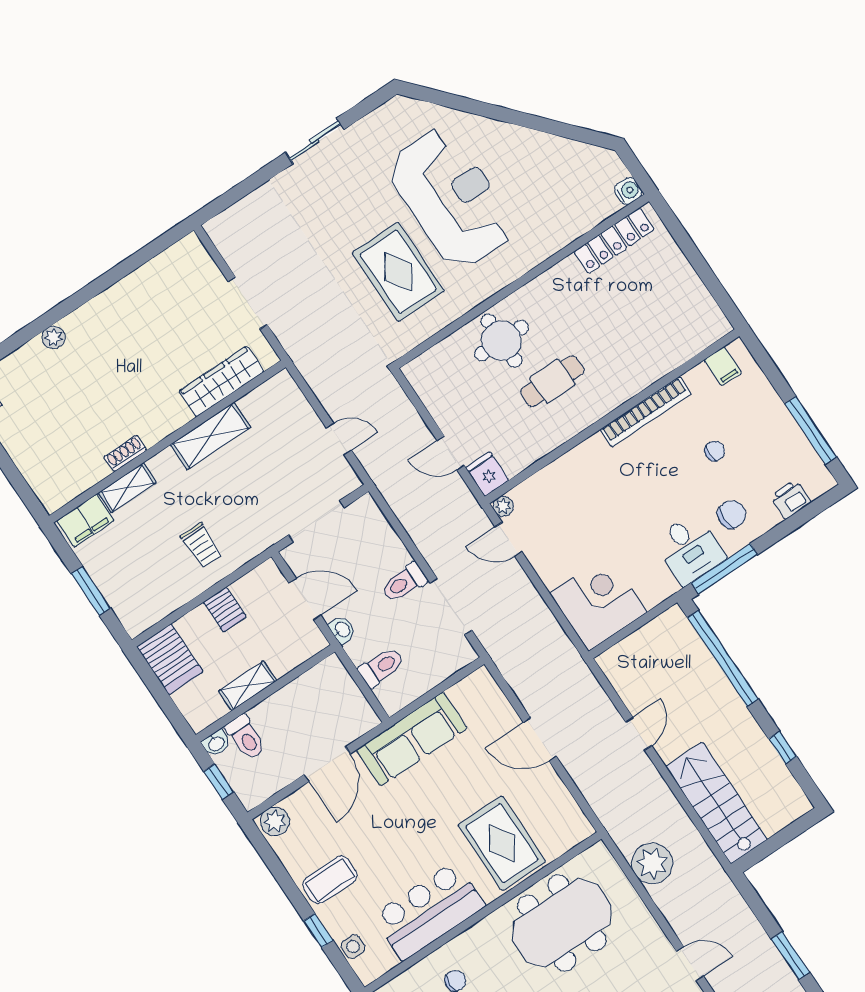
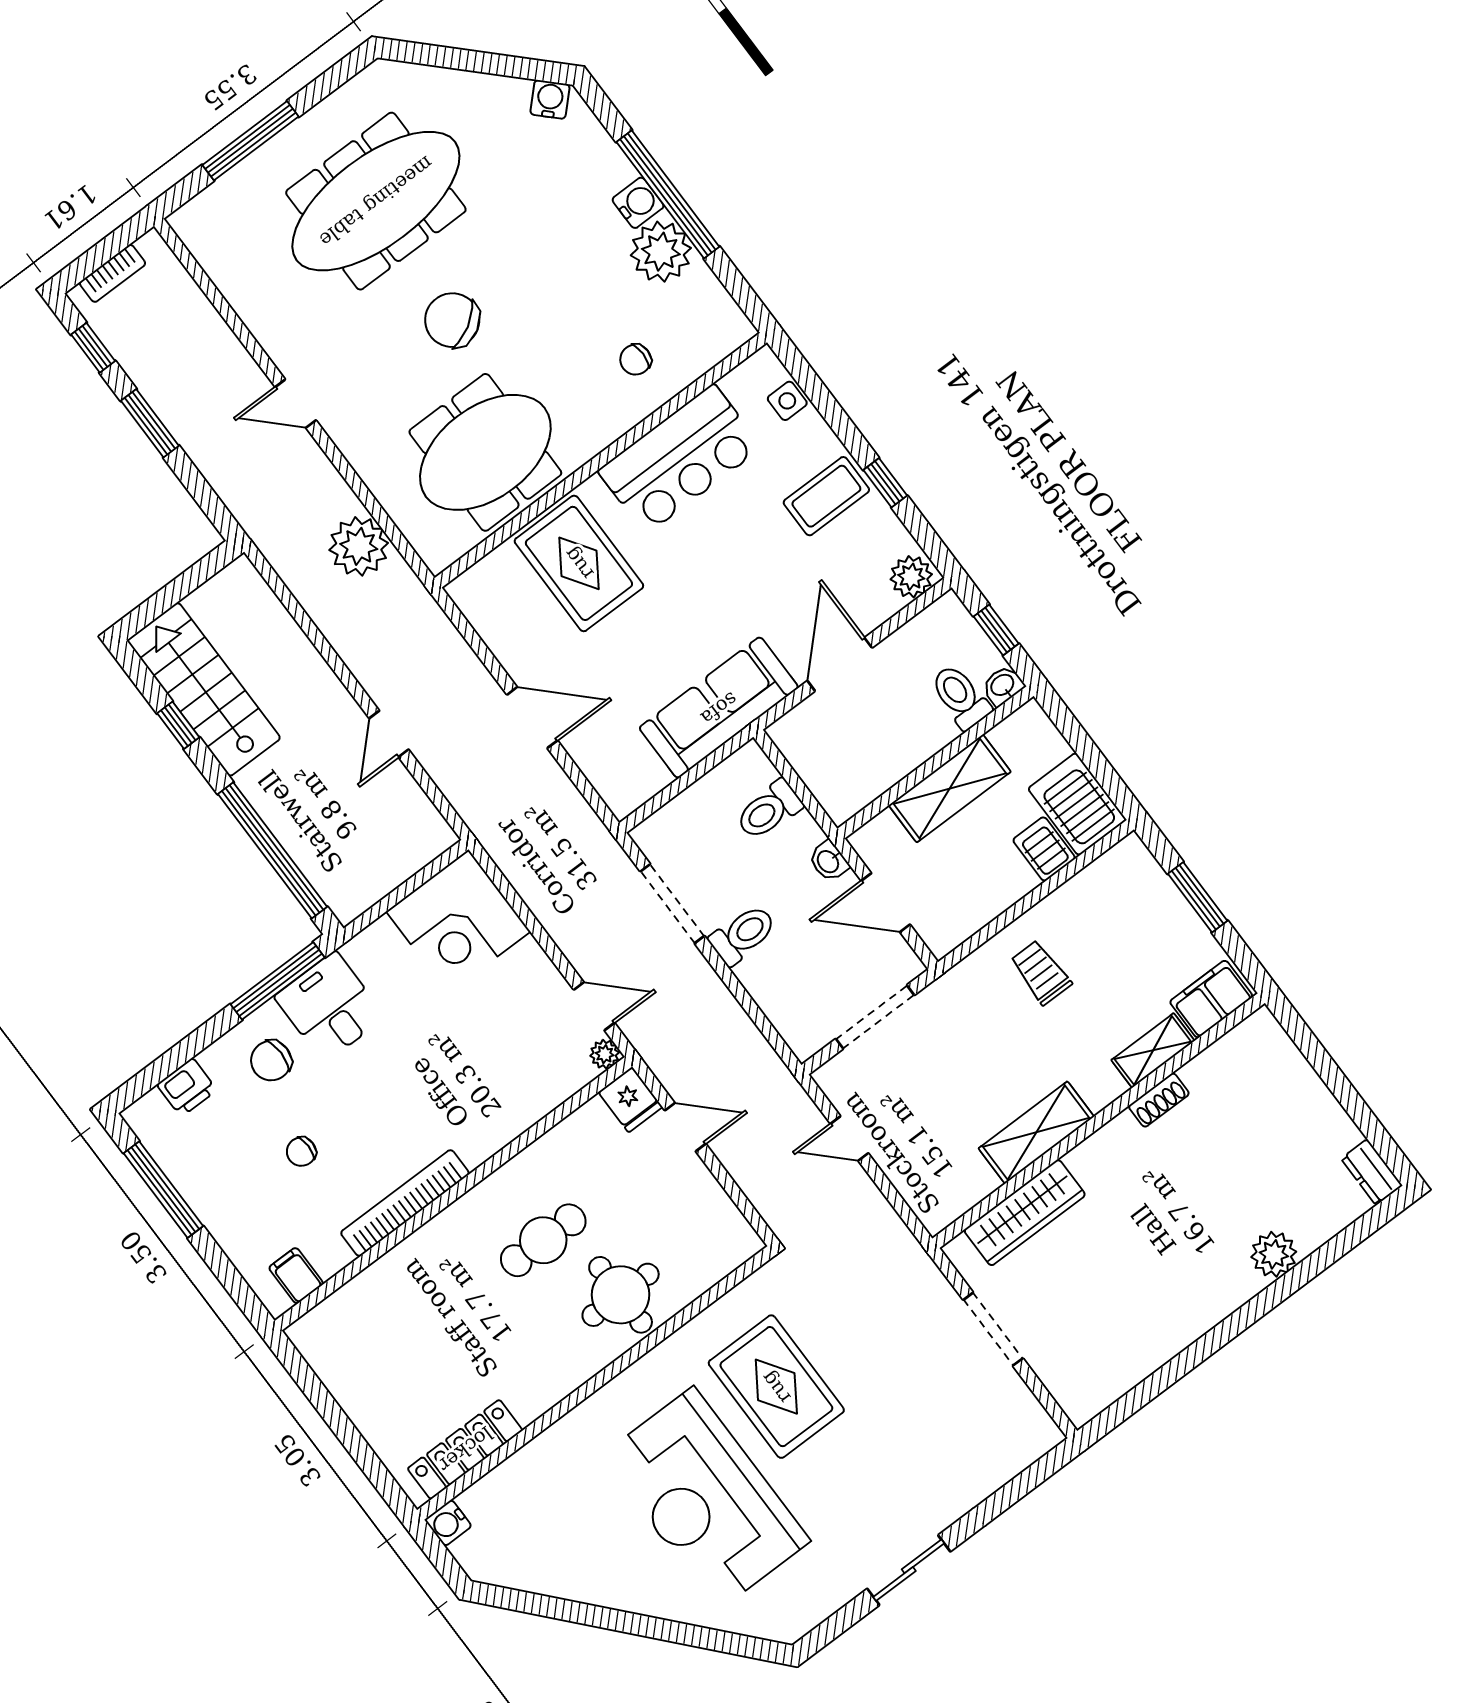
plant: (54, 337) -> (1274, 1254), width x1.38, depth x1.38
server rack: (225, 609) -> (1044, 849), moved
shelving: (248, 686) -> (950, 788), width x1.50, depth x1.33
stairs: (717, 803) -> (204, 689), moved, turned 180
window: (318, 931) -> (885, 483), moved

